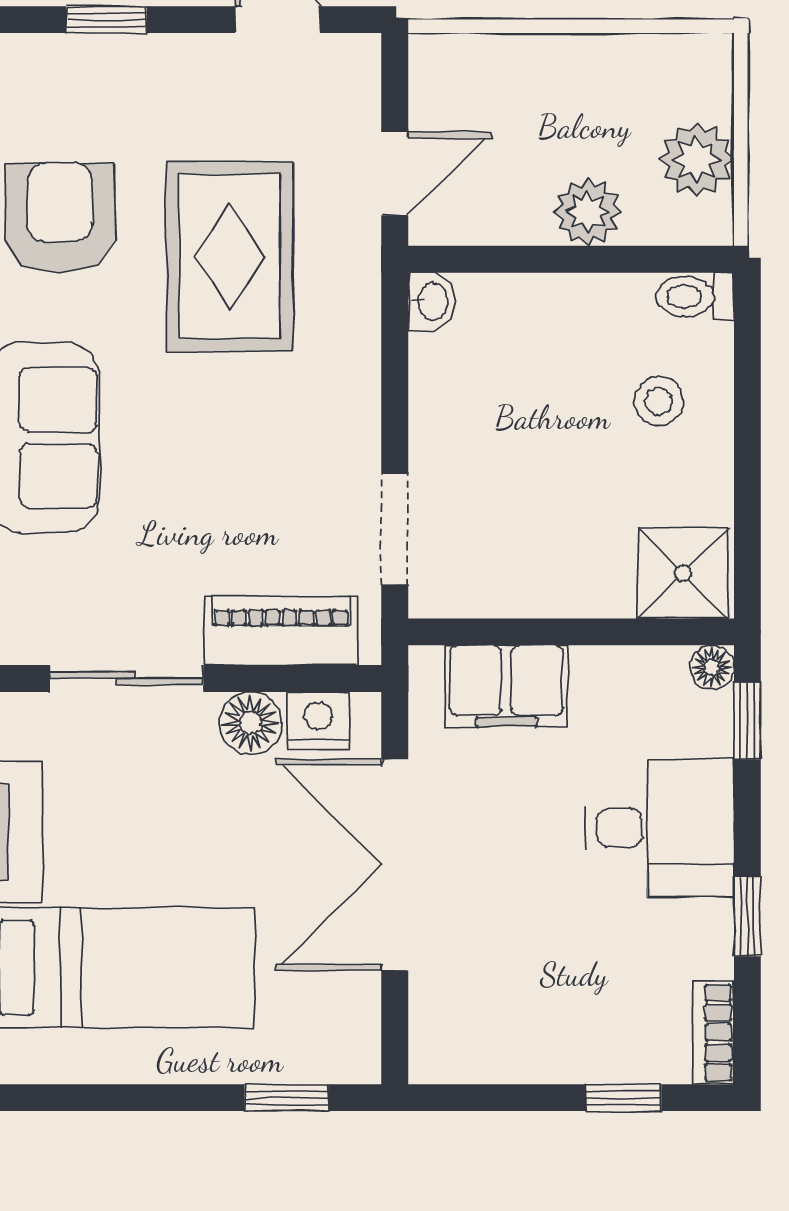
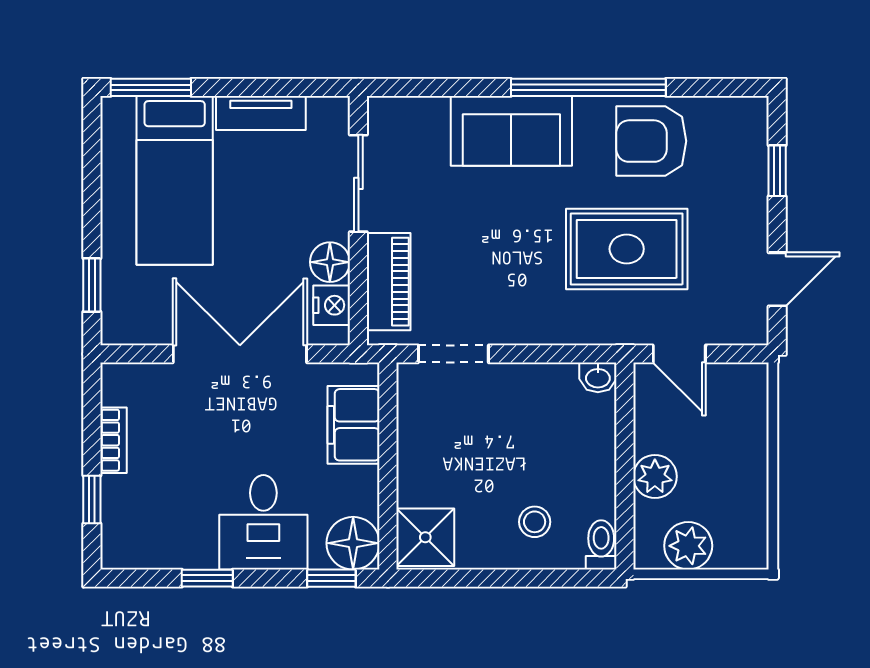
armchair: (60, 218) -> (651, 141), turned 180
floor lamp: (712, 667) -> (353, 543), width x1.89, depth x1.89
bookcase: (713, 1033) -> (113, 440), moved, turned 90

